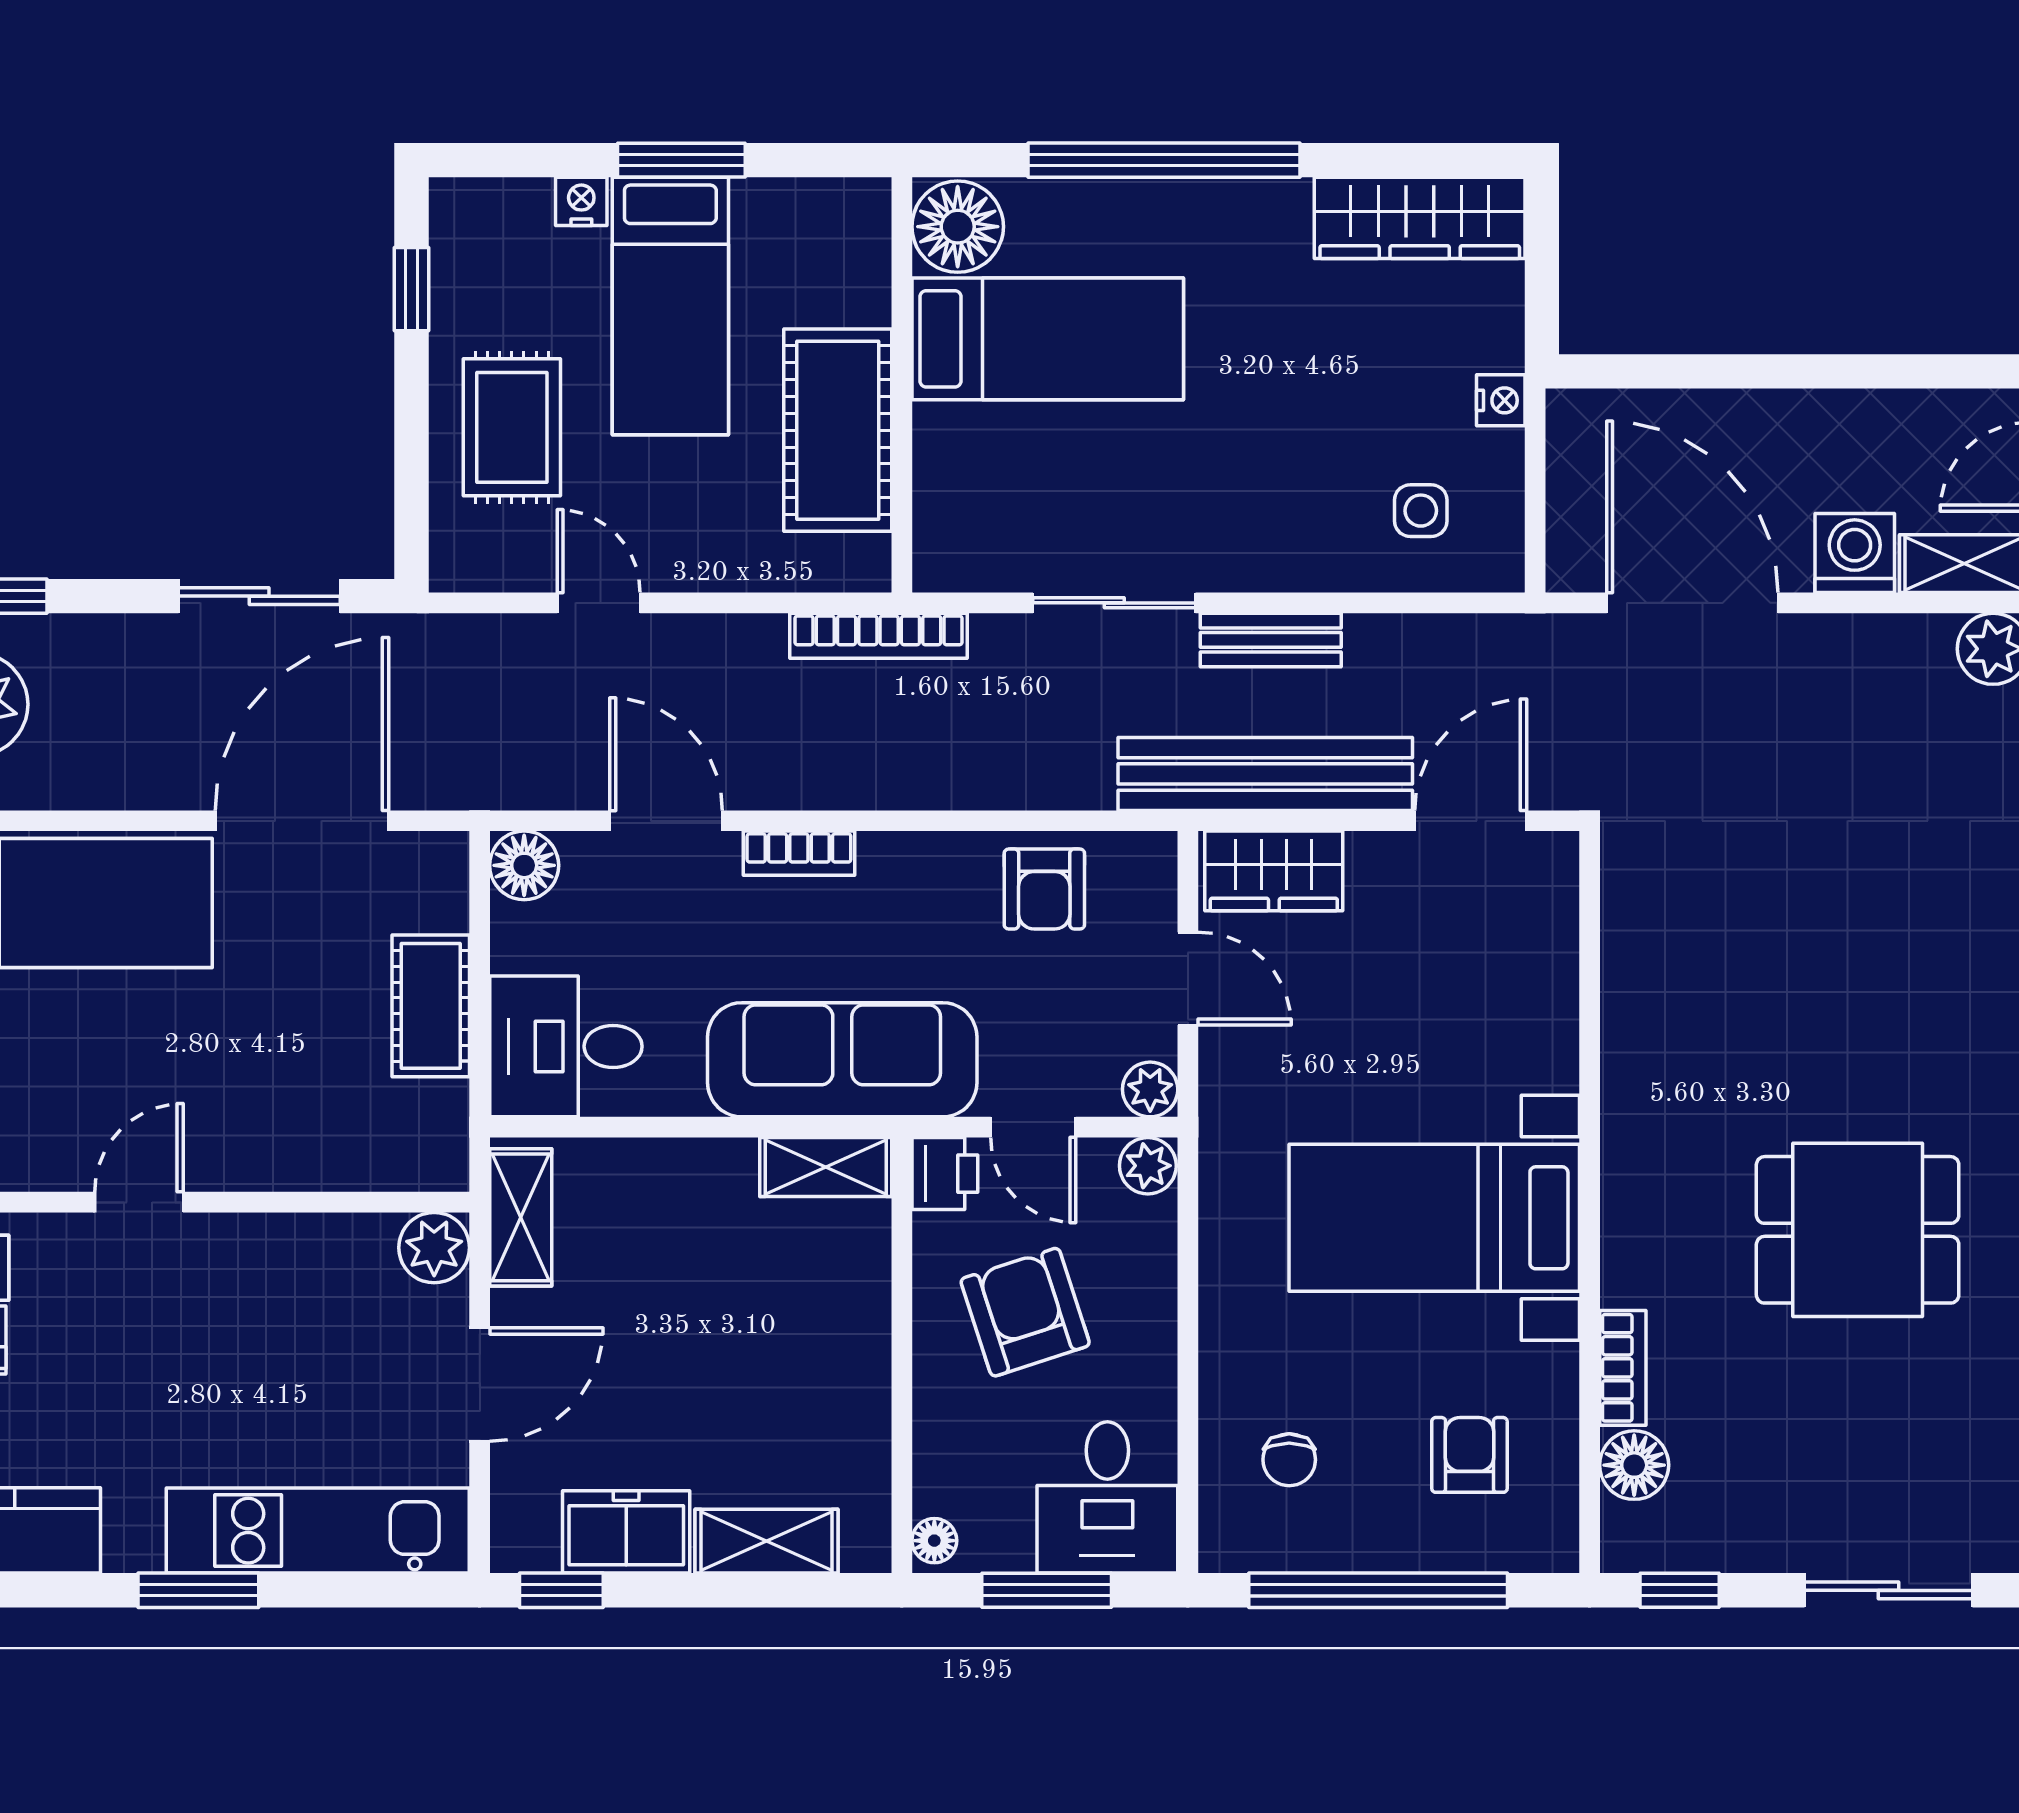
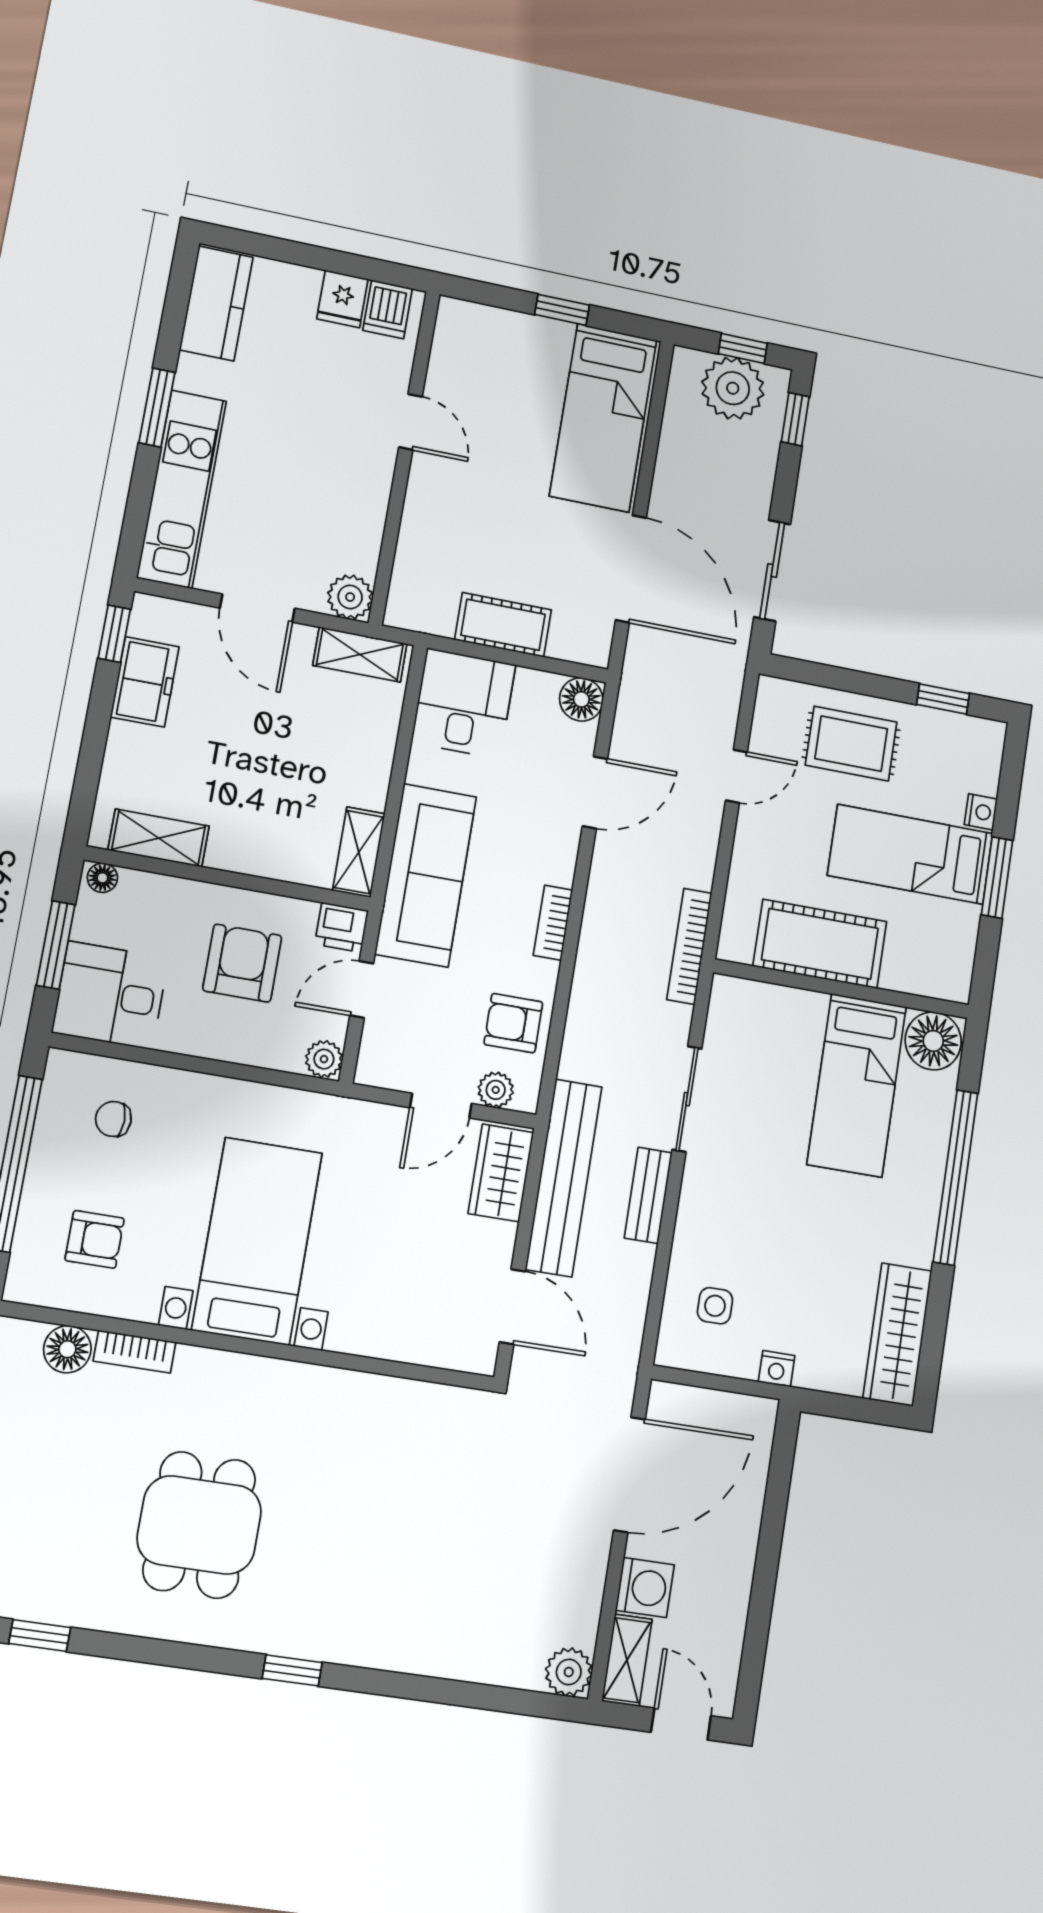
bookcase: (799, 853) -> (553, 923), moved
plant: (1150, 1089) -> (496, 1090), moved
armchair: (1025, 1312) -> (242, 963), turned -72
shelving: (766, 1541) -> (159, 838), moved, turned 90

